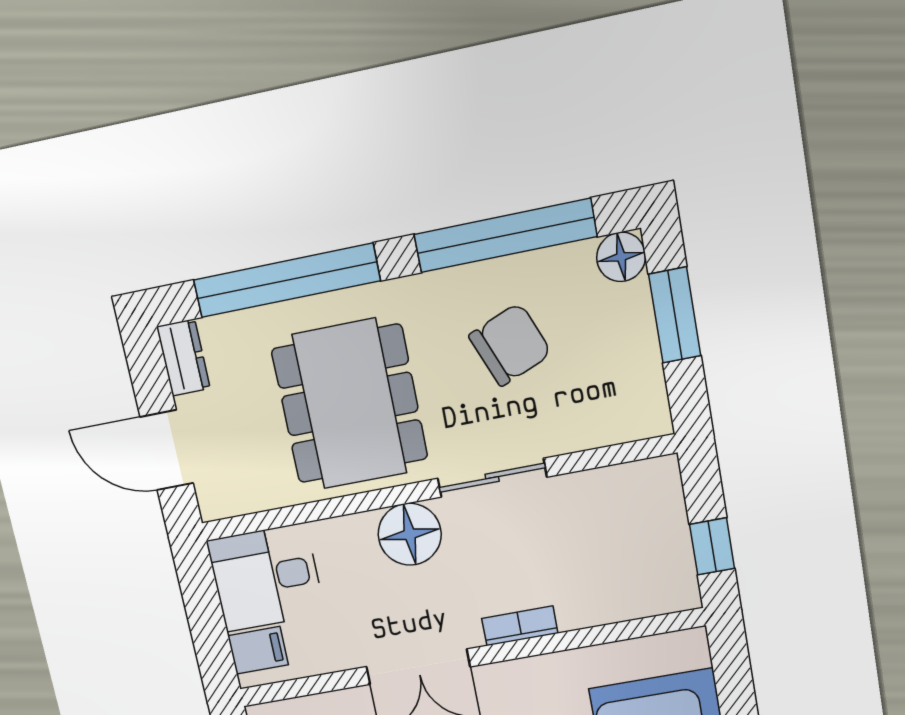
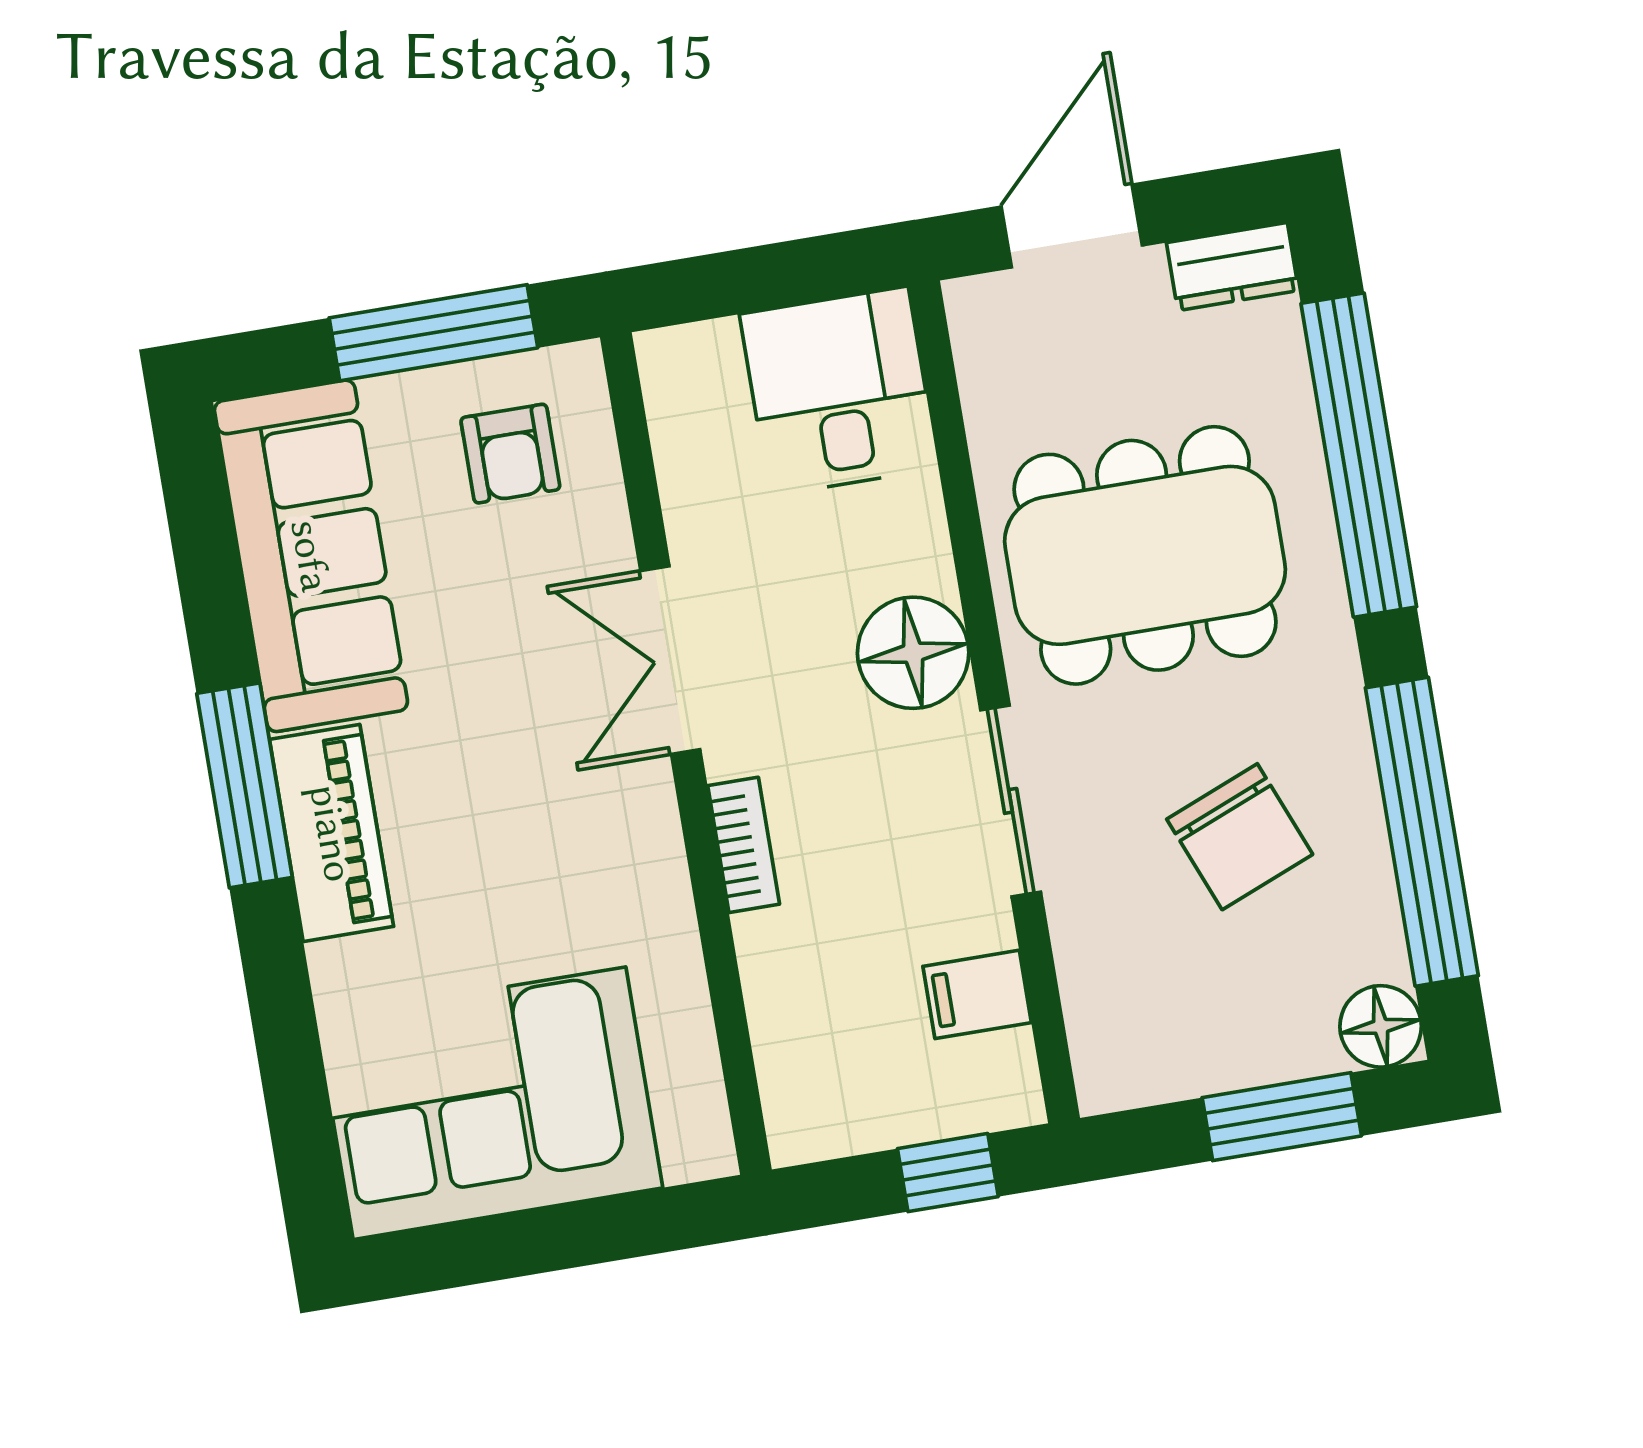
window: (712, 546) -> (948, 1173), moved
filing cabinet: (258, 650) -> (977, 994), moved, turned 90

